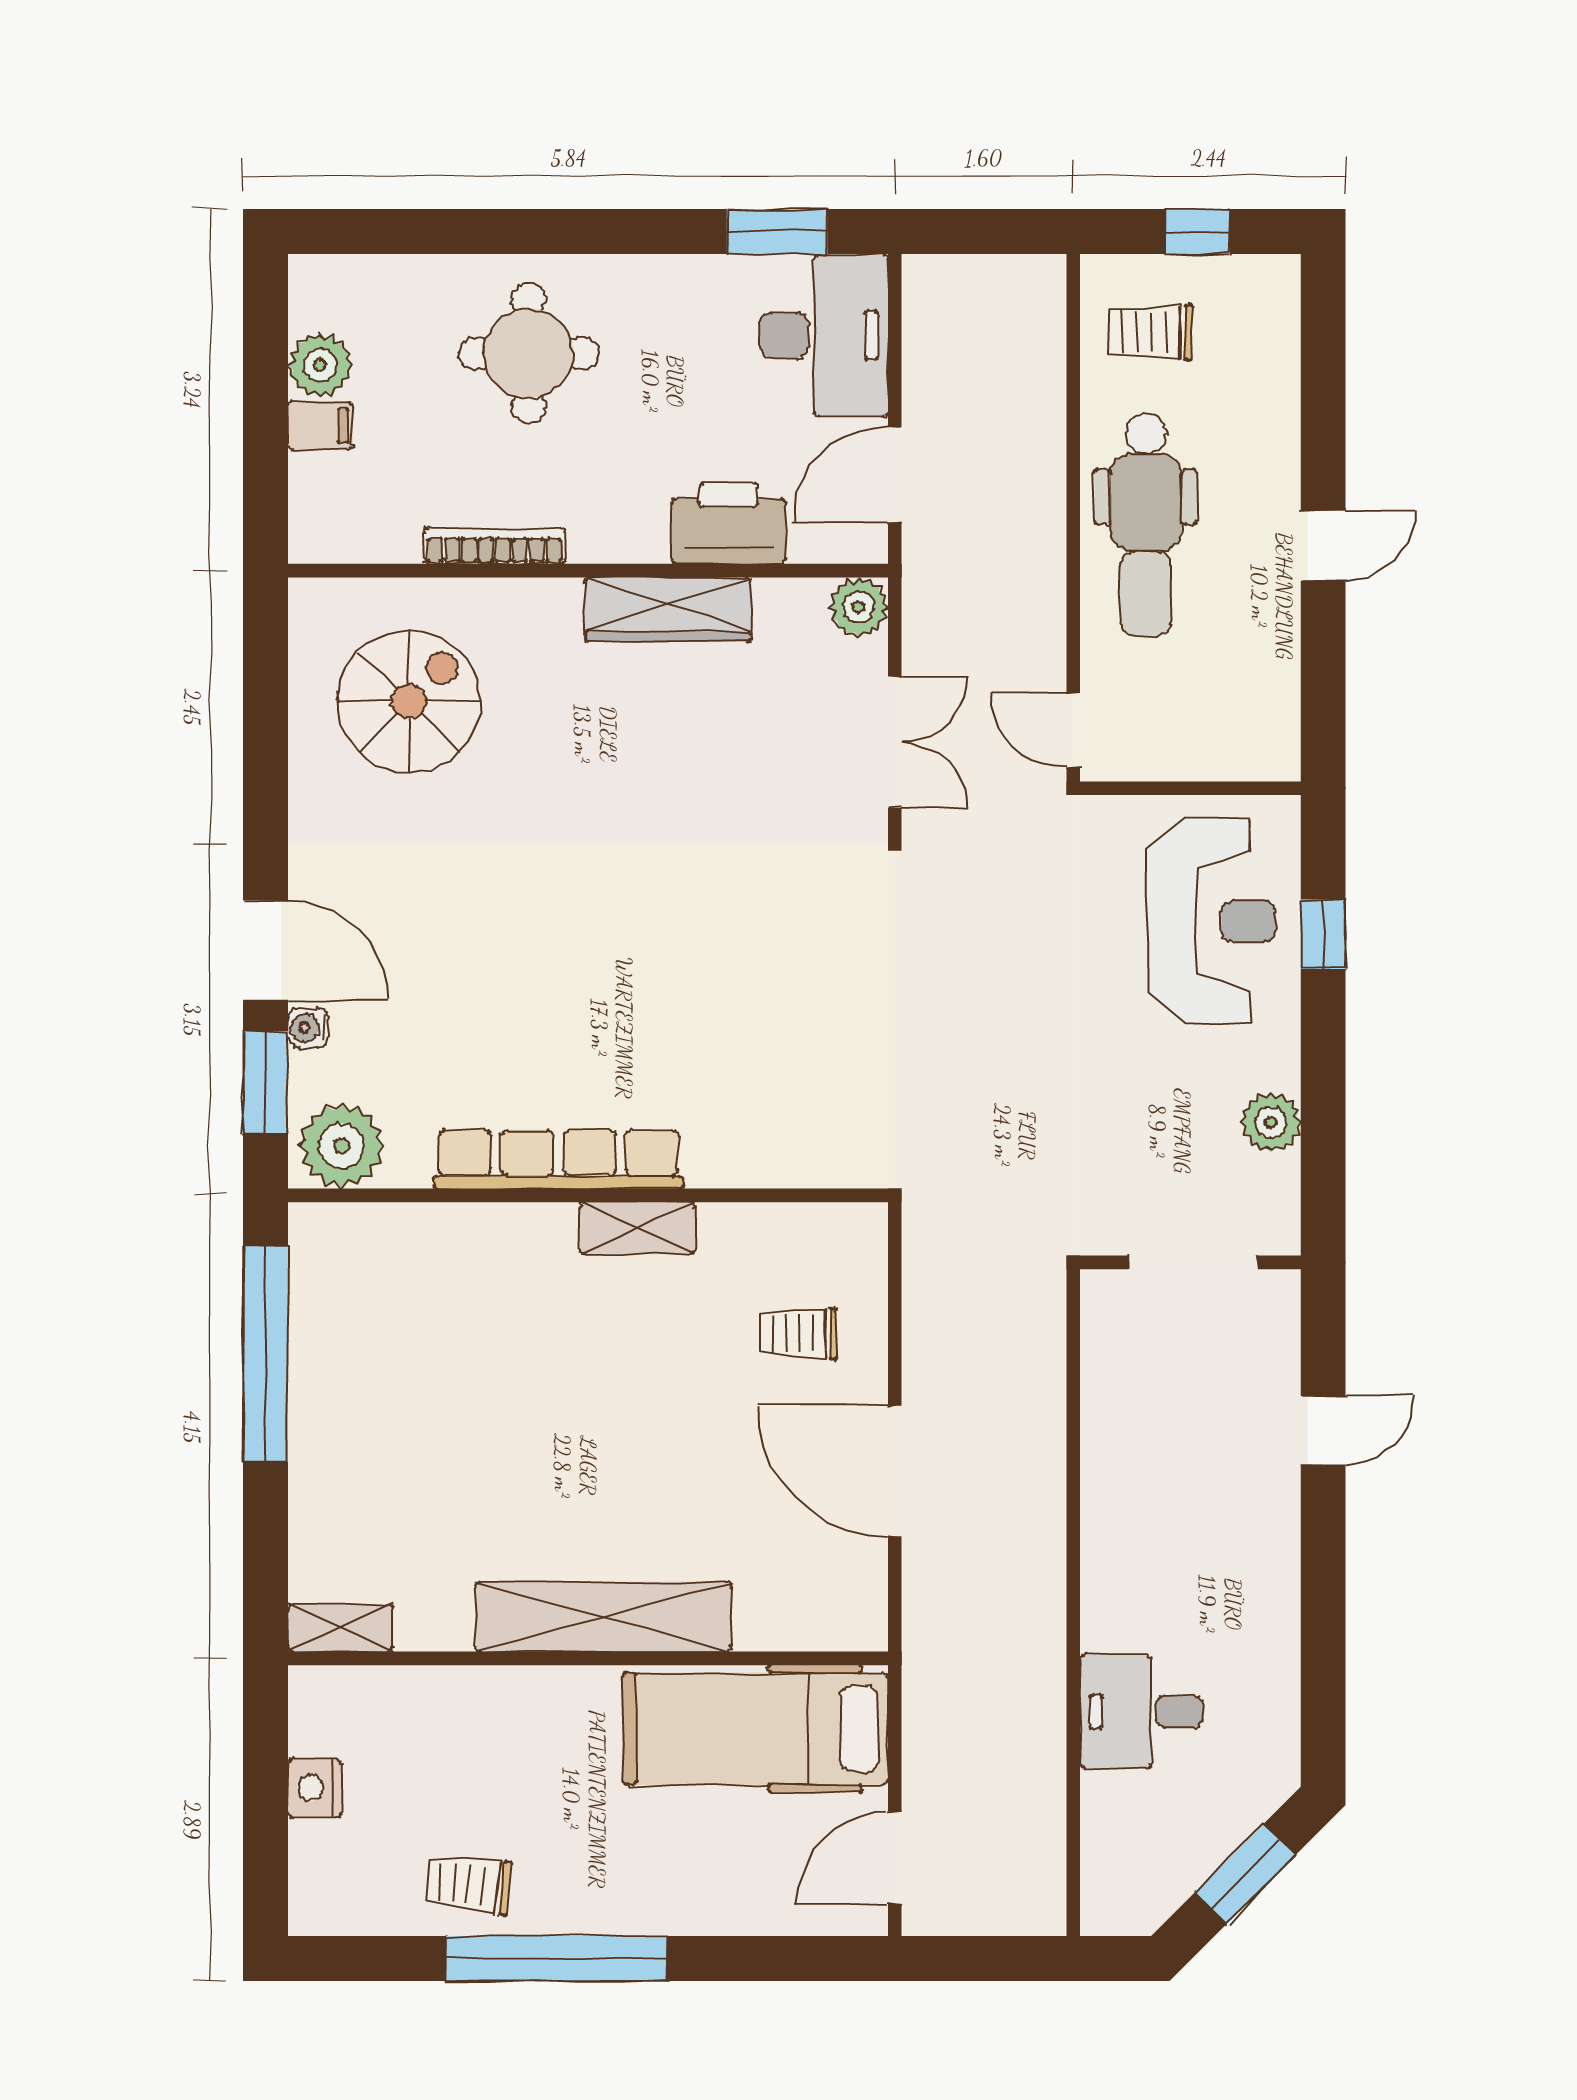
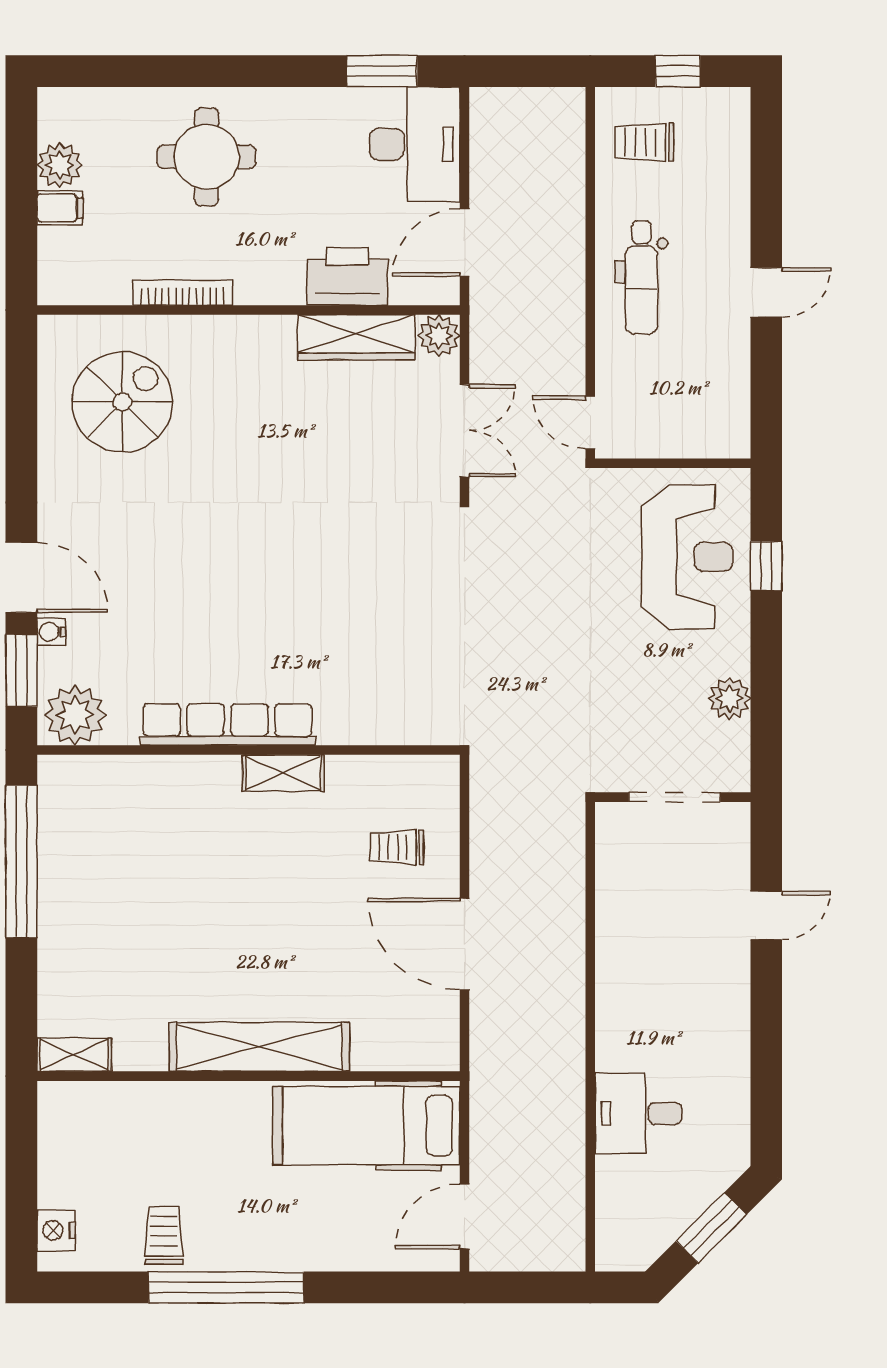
dental chair: (1146, 525) -> (641, 278), width x0.73, depth x0.72
wardrobe: (668, 609) -> (356, 337), moved
nightstand: (315, 1788) -> (56, 1230), moved
trolley: (468, 1884) -> (164, 1235), turned 84

